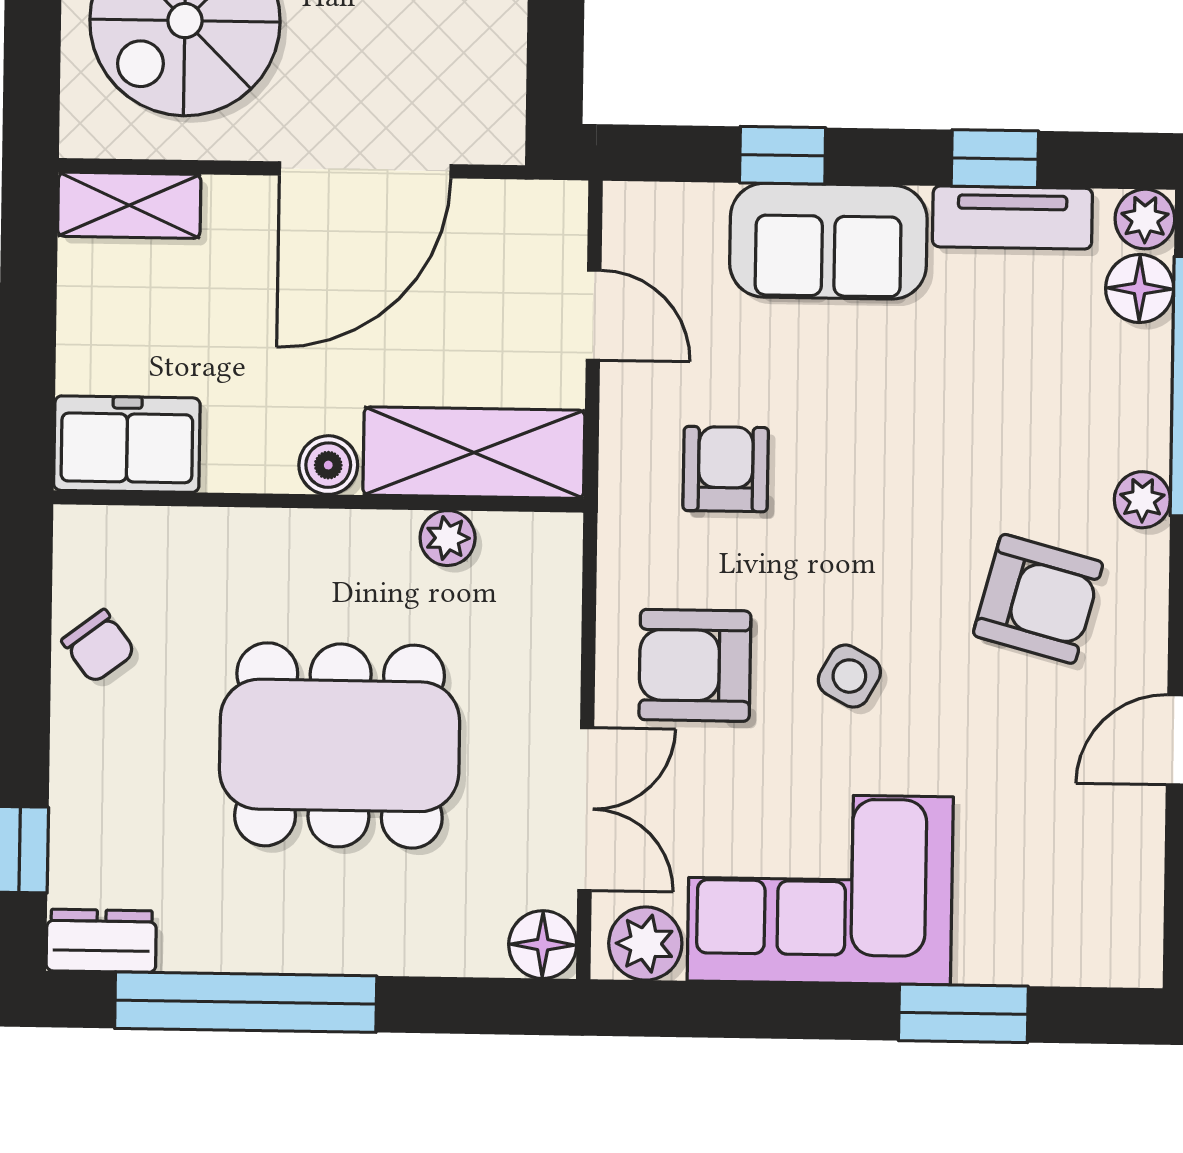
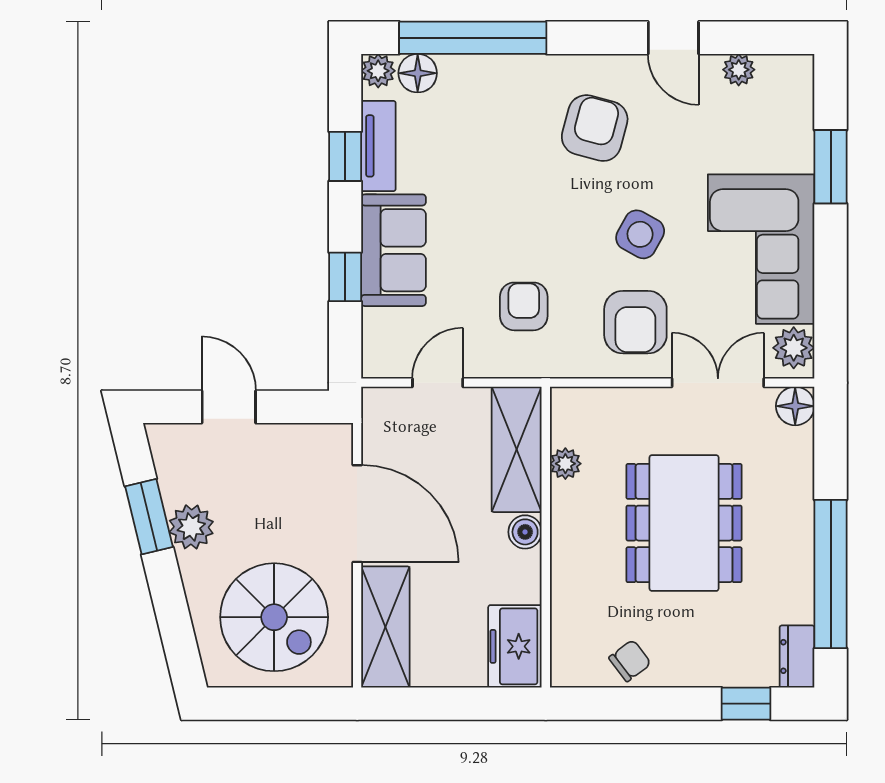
shelving: (129, 205) -> (385, 627), width x1.50, depth x1.33
armchair: (726, 469) -> (524, 306), turned 90
plant: (1142, 500) -> (739, 70), moved
side table: (849, 676) -> (640, 234), width x1.37, depth x1.37

